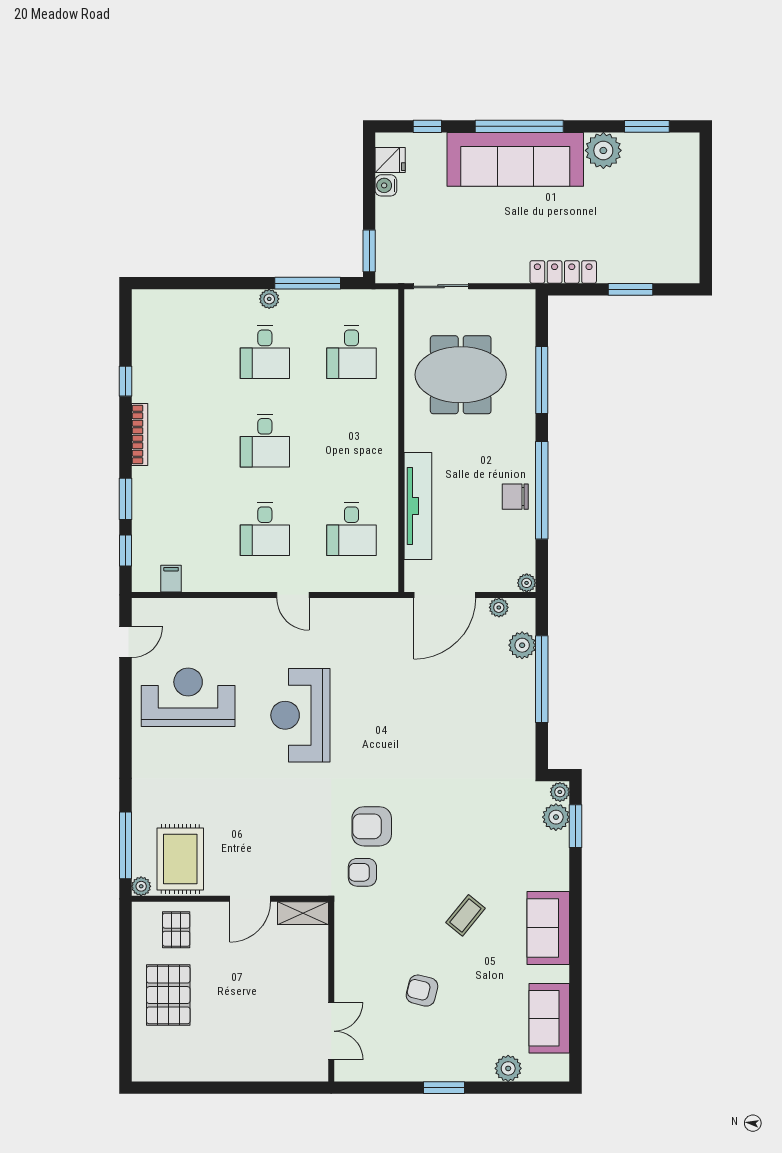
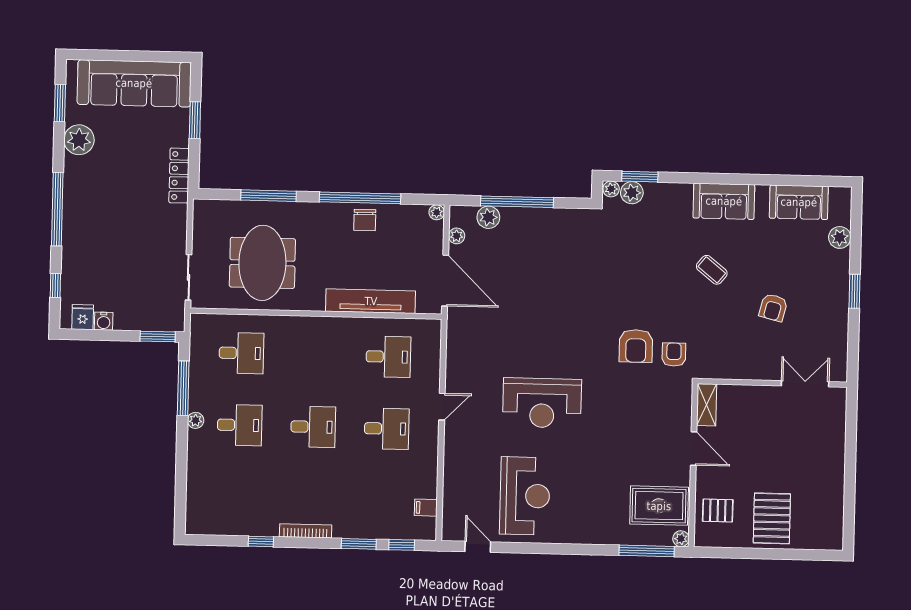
sofa: (515, 159) -> (134, 83), moved, turned 90
reception desk: (188, 697) -> (525, 496), turned 180
armchair: (362, 872) -> (674, 355), turned 180
pallet: (168, 995) -> (772, 518), turned 90

